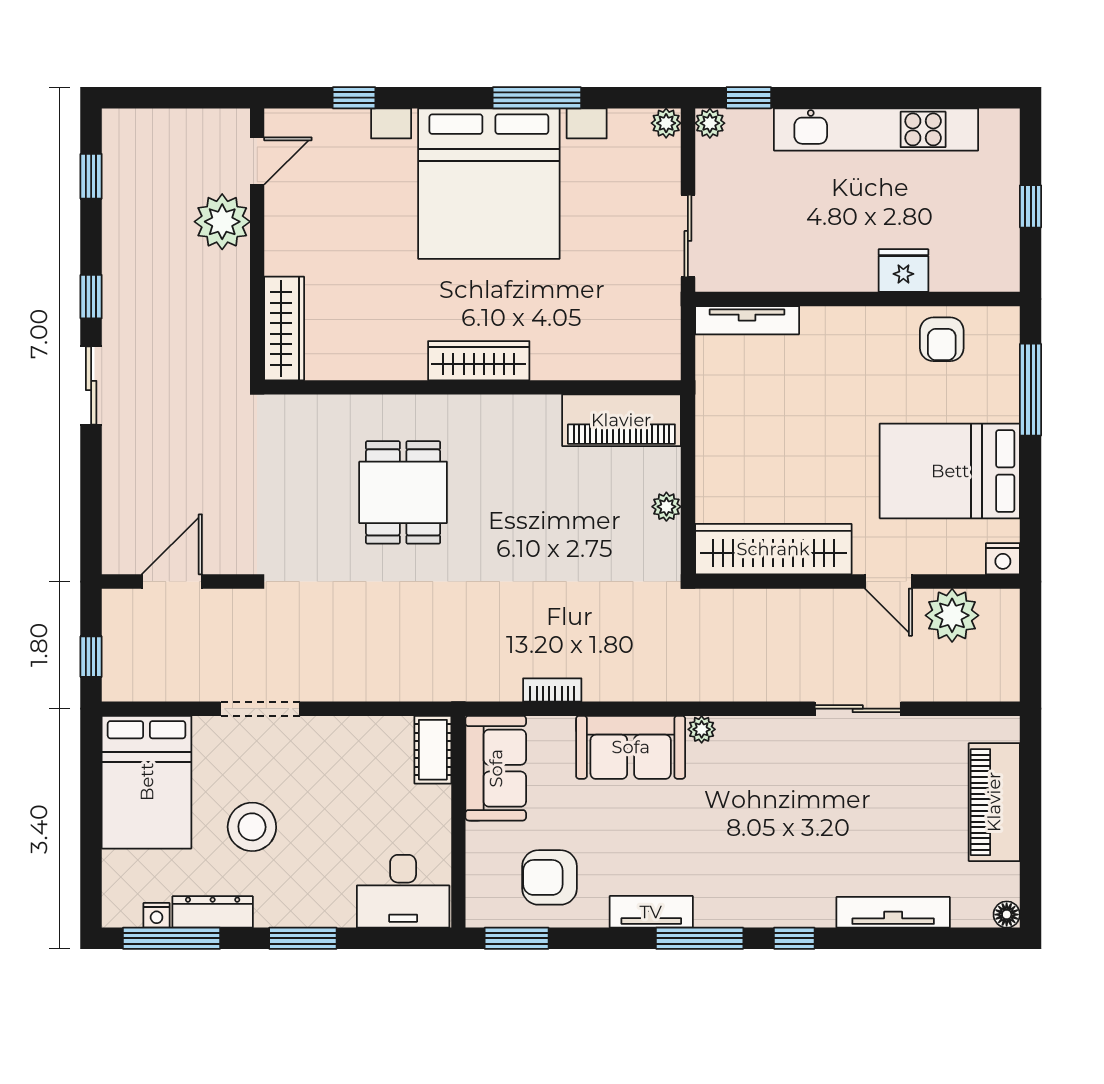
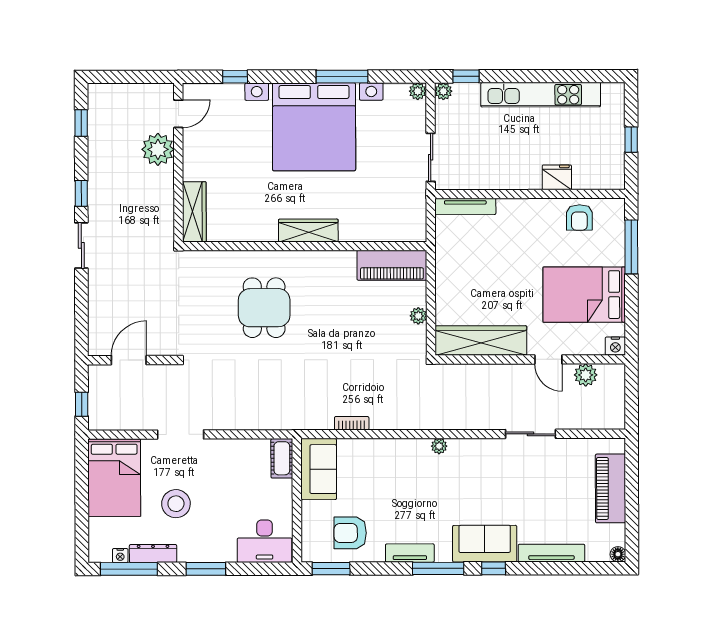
plant: (952, 615) -> (586, 375), width x0.73, depth x0.73
sofa: (631, 747) -> (485, 544), moved, turned 180

